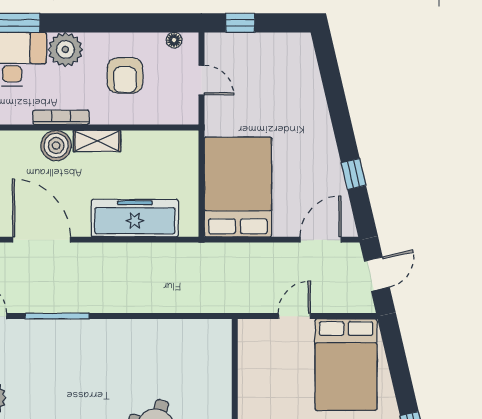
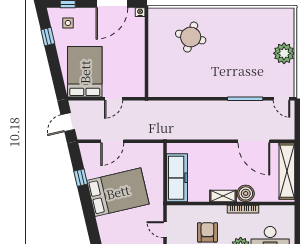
bed: (238, 187) -> (118, 192), moved, turned -103
freezer: (135, 218) -> (177, 178), moved, turned -90
door: (321, 240) -> (112, 141), moved

